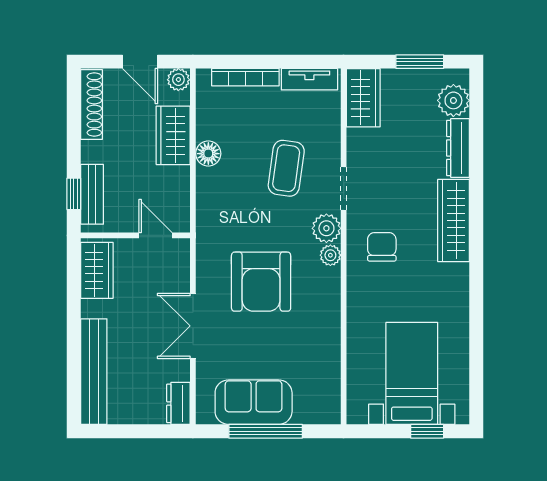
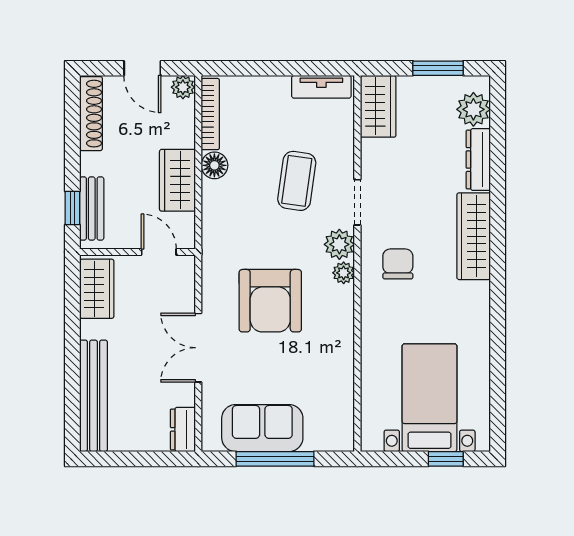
bookcase: (245, 77) -> (210, 114), moved, turned -90
wardrobe: (173, 135) -> (177, 180), moved

